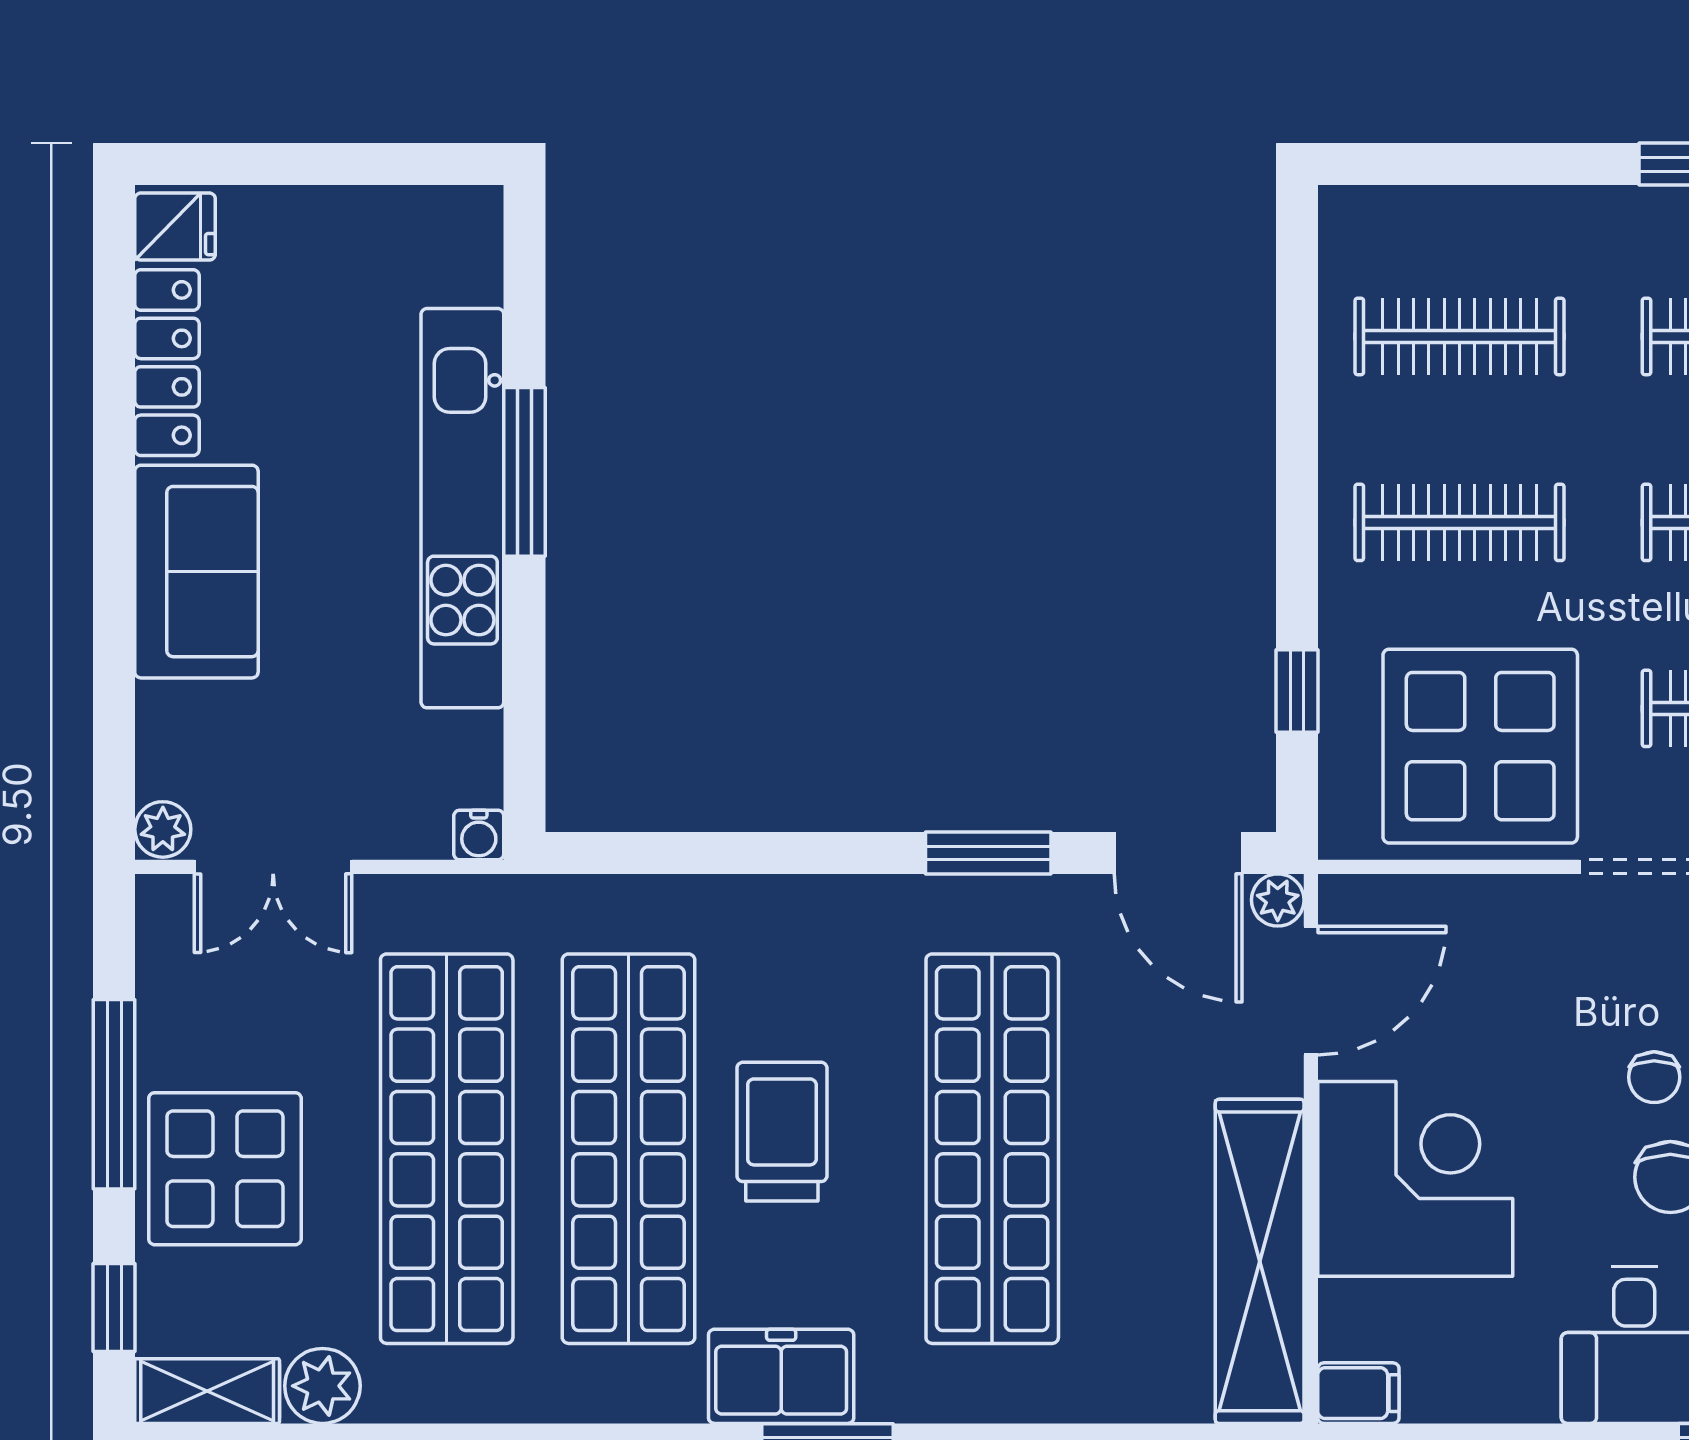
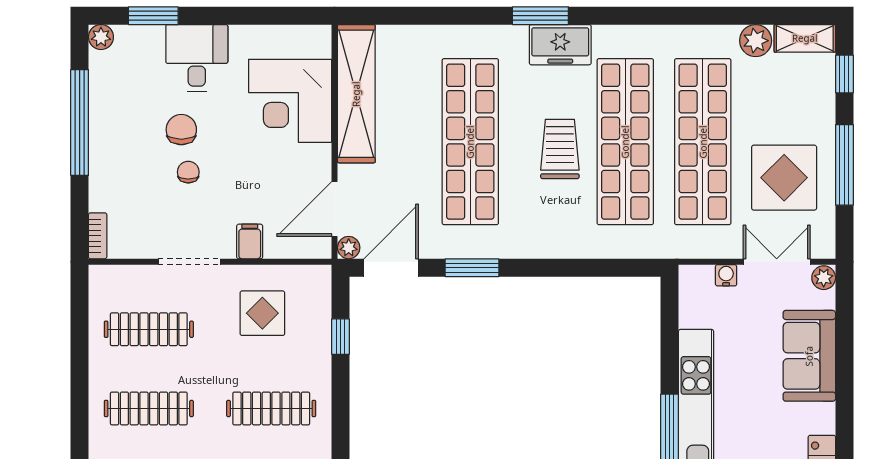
sofa: (196, 572) -> (809, 356), moved
display table: (1480, 746) -> (262, 313), width x0.54, depth x0.54
water cooler: (479, 835) -> (726, 275), moved
door: (1178, 853) -> (391, 268), hinge flipped
trolley: (782, 1132) -> (560, 149), turned 180
display table: (225, 1169) -> (784, 178), moved
corner desk: (1415, 1179) -> (290, 101), moved
filing cabinet: (1358, 1393) -> (250, 241), moved, turned 90

